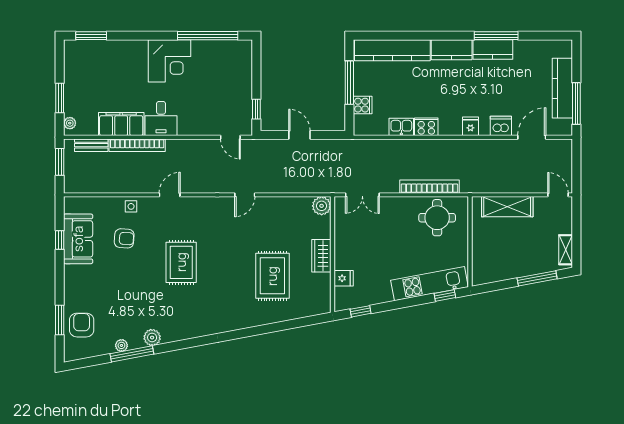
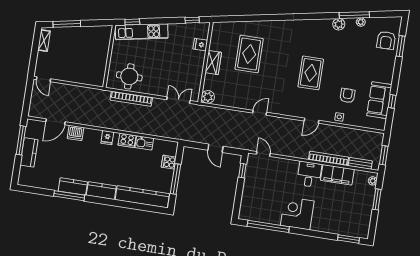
kitchen counter: (562, 88) -> (29, 152), width x0.67
fridge: (470, 126) -> (107, 138), moved
shelving: (507, 207) -> (80, 77), removed
armchair: (124, 238) -> (347, 96), turned 86

